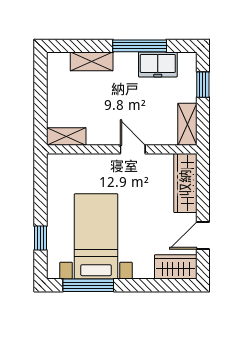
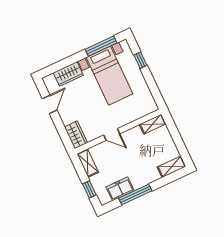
shelving: (92, 61) -> (172, 167), moved
wardrobe: (185, 183) -> (76, 135), width x0.67
wardrobe: (176, 267) -> (68, 74), moved

